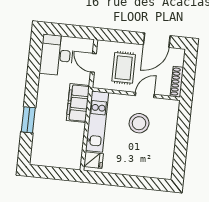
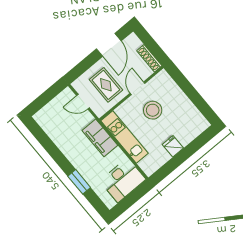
desk: (57, 55) -> (123, 180), moved, turned -90
fridge: (93, 160) -> (173, 146), moved, turned -90

